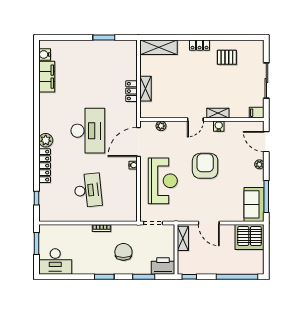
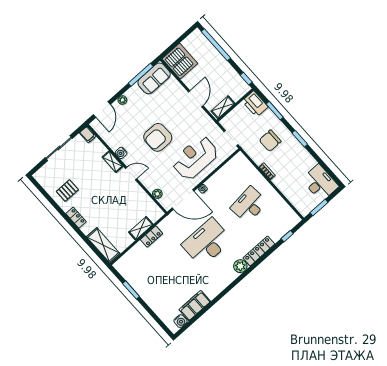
pallet: (227, 57) -> (67, 191), turned 90

